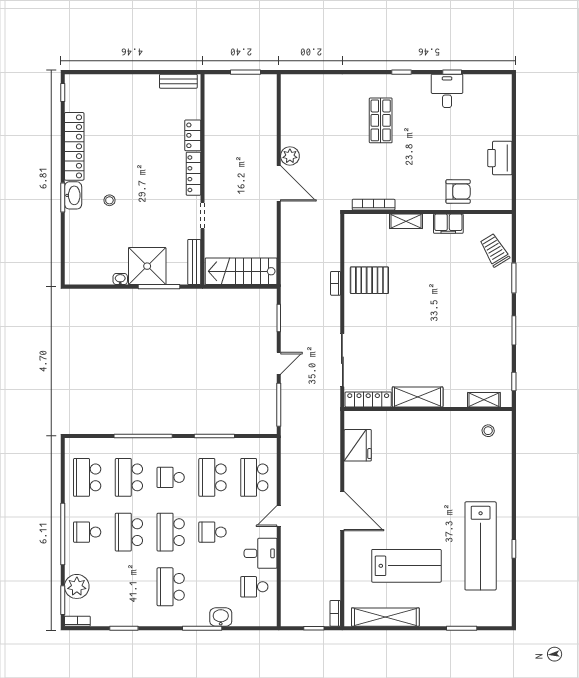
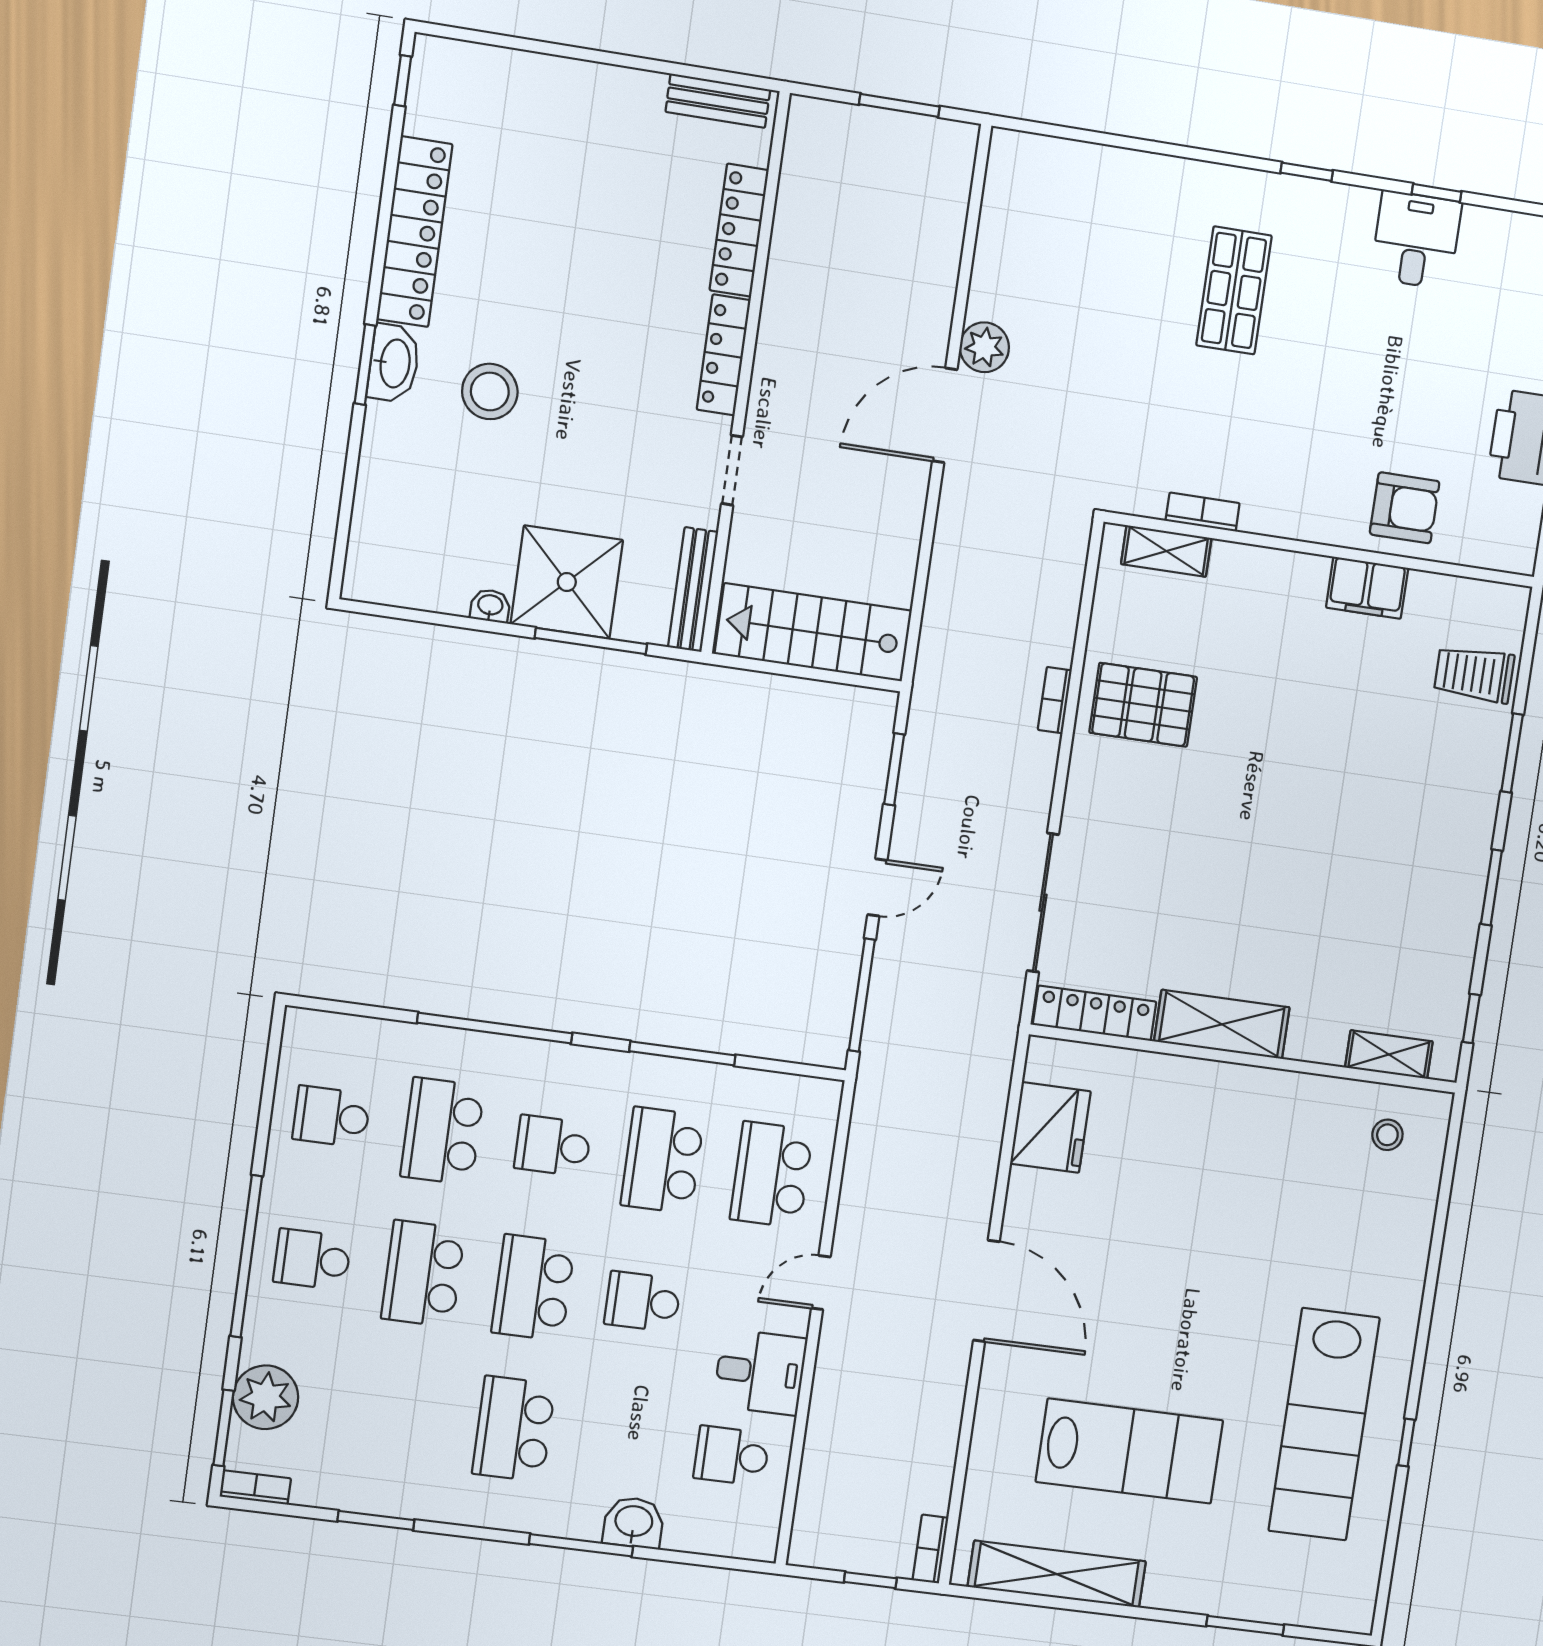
locker: (193, 135) -> (739, 230), width x1.53
door: (279, 183) -> (945, 415), swing flipped
stool: (109, 200) -> (490, 391), width x1.89, depth x1.89
bookcase: (374, 205) -> (1203, 512), width x0.64
shelving: (406, 221) -> (1166, 551), moved
trolley: (495, 250) -> (1474, 674), turned -59
school desk: (87, 477) -> (331, 1117), width x0.54

